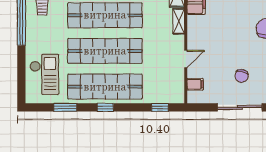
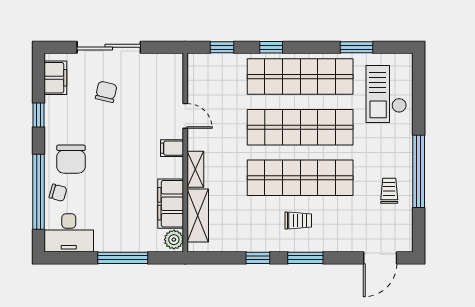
door: (186, 59) -> (185, 116), swing flipped
filing cabinet: (195, 84) -> (172, 148), moved
window: (105, 107) -> (271, 47), moved

